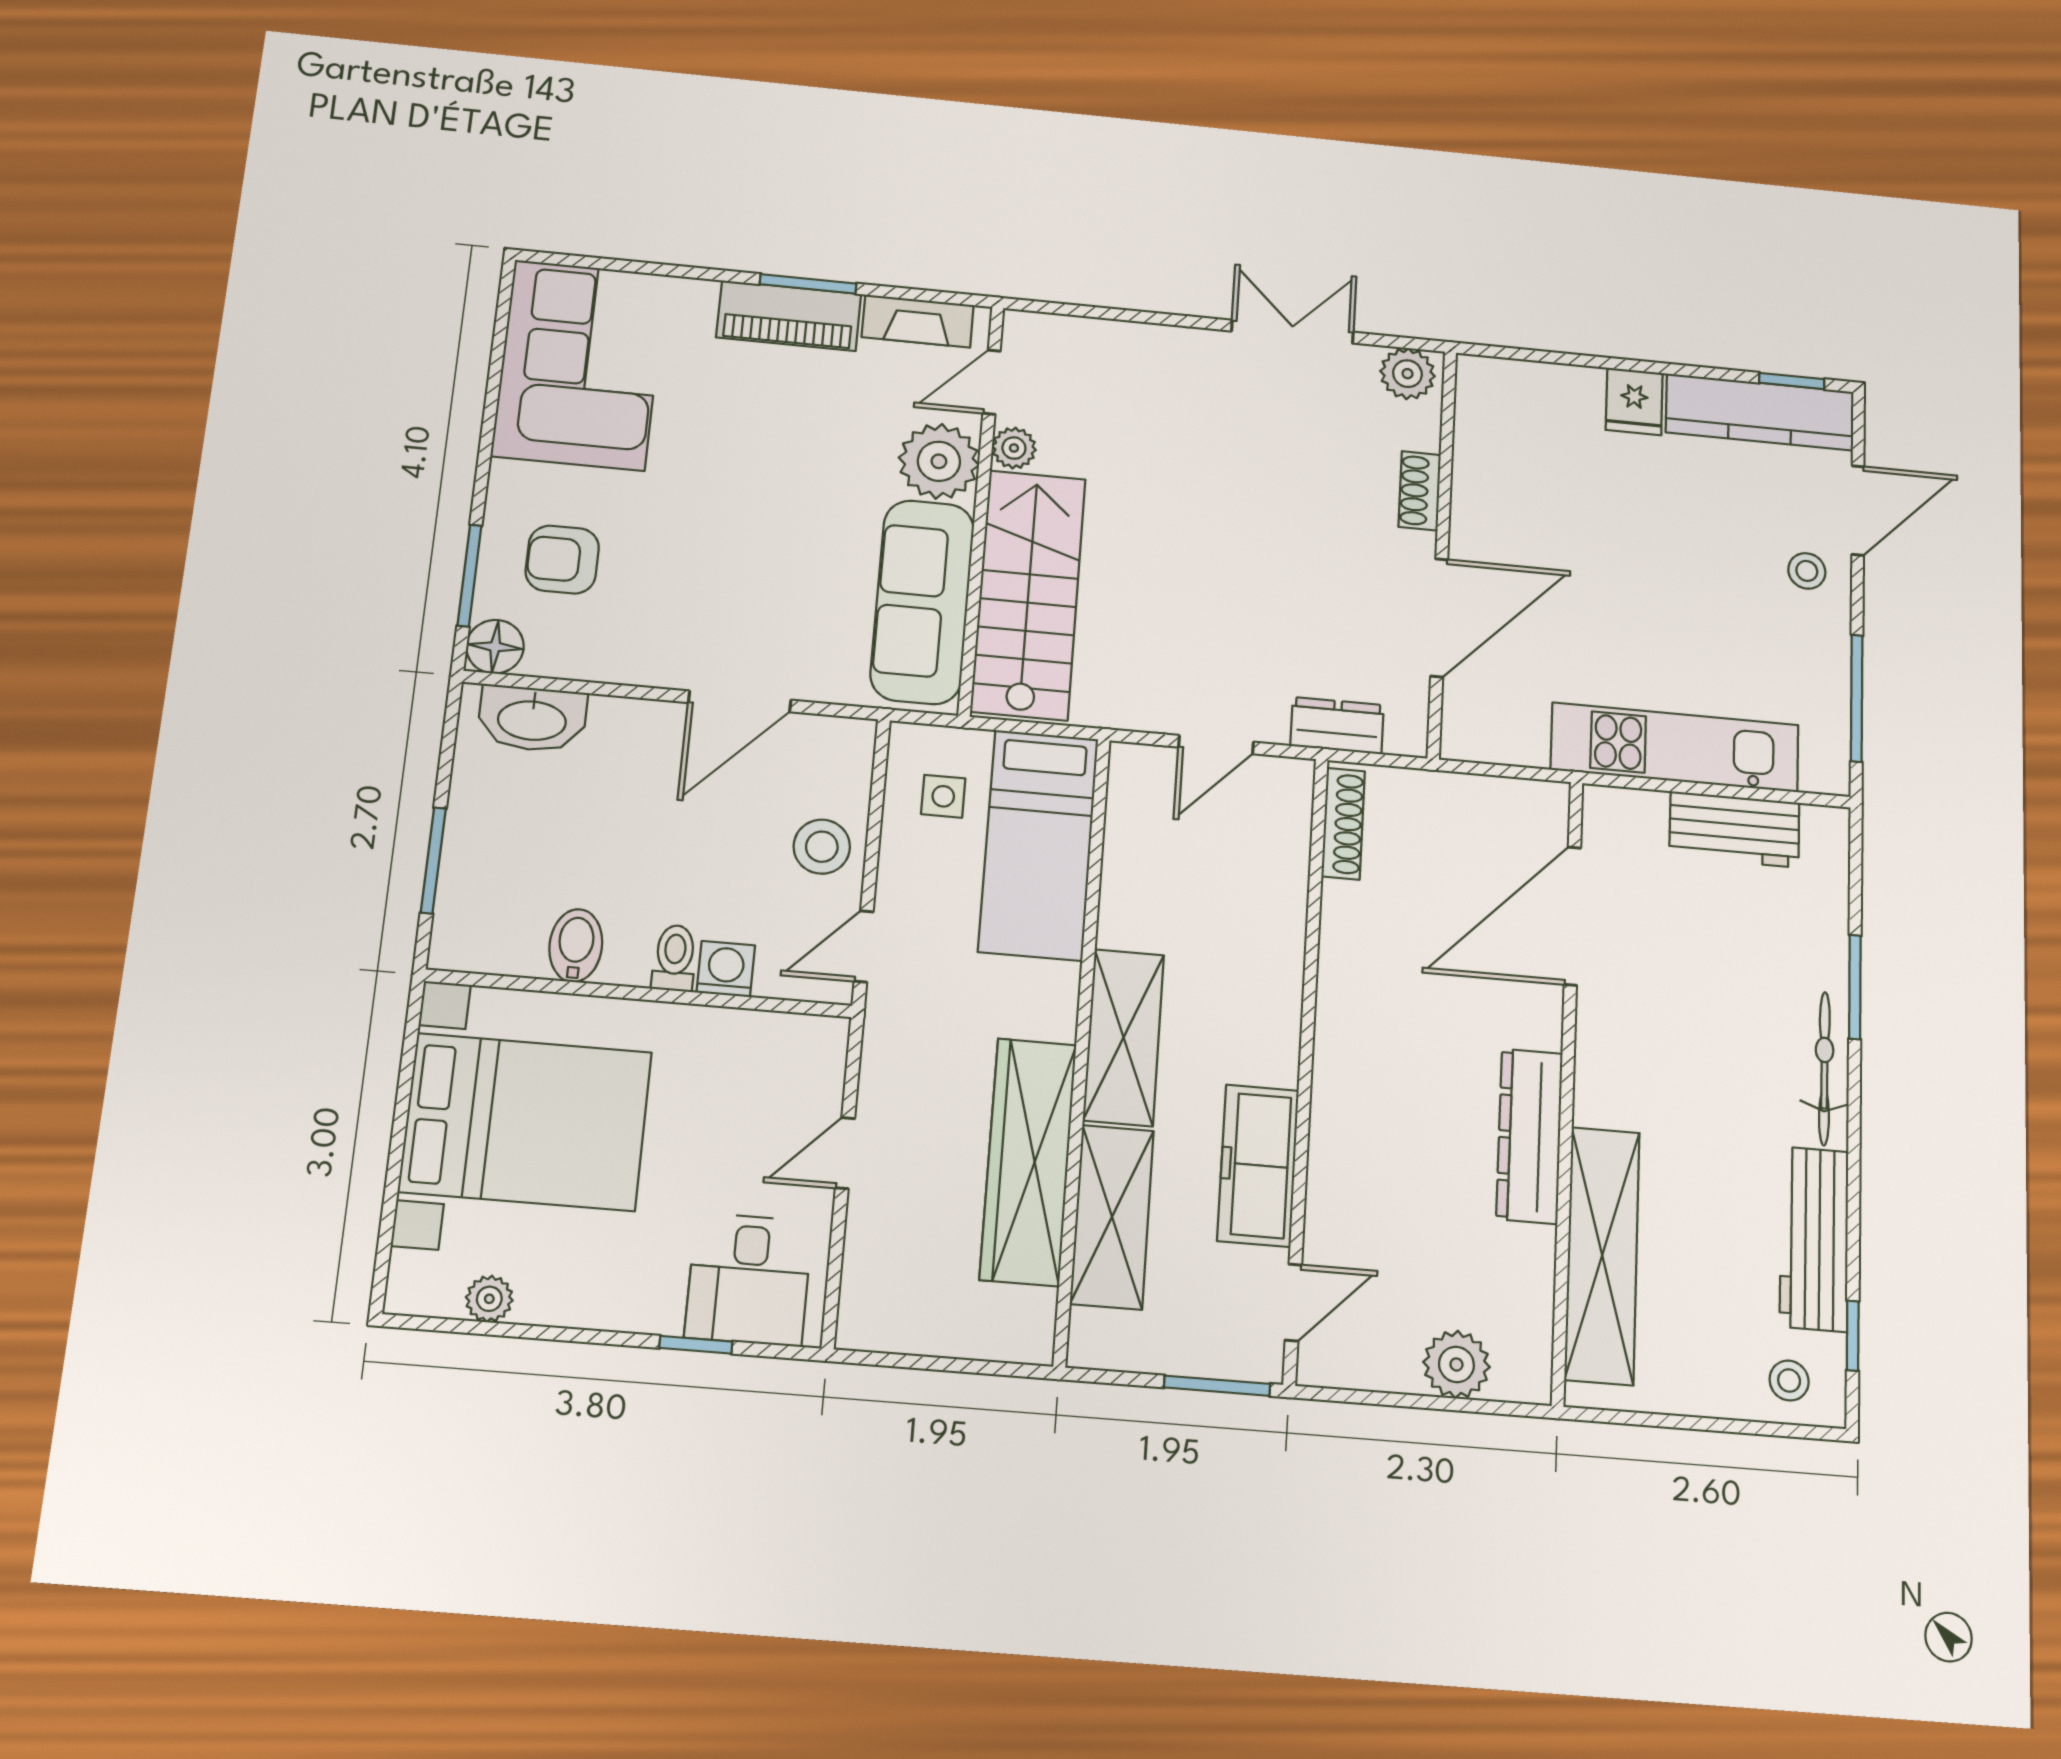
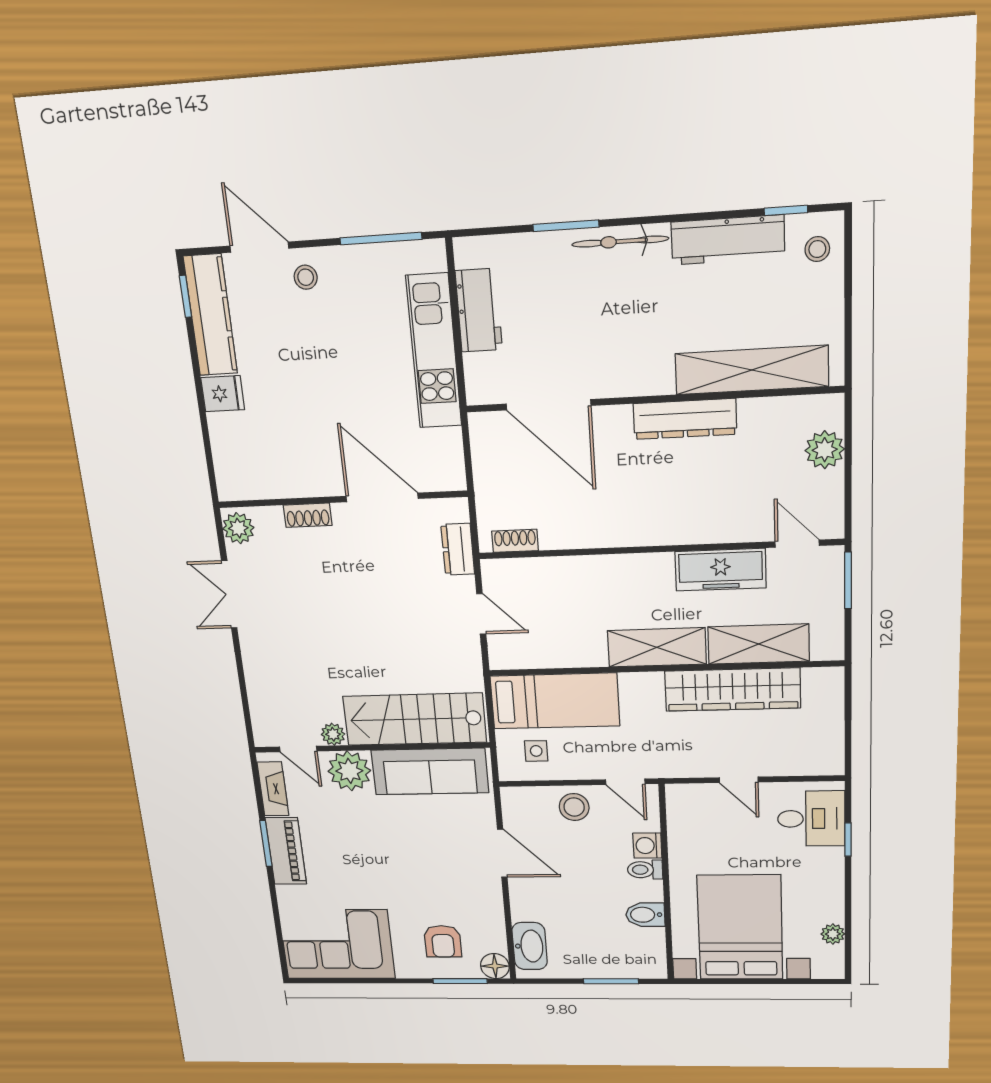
shoe rack: (1343, 824) -> (515, 541), width x0.70

